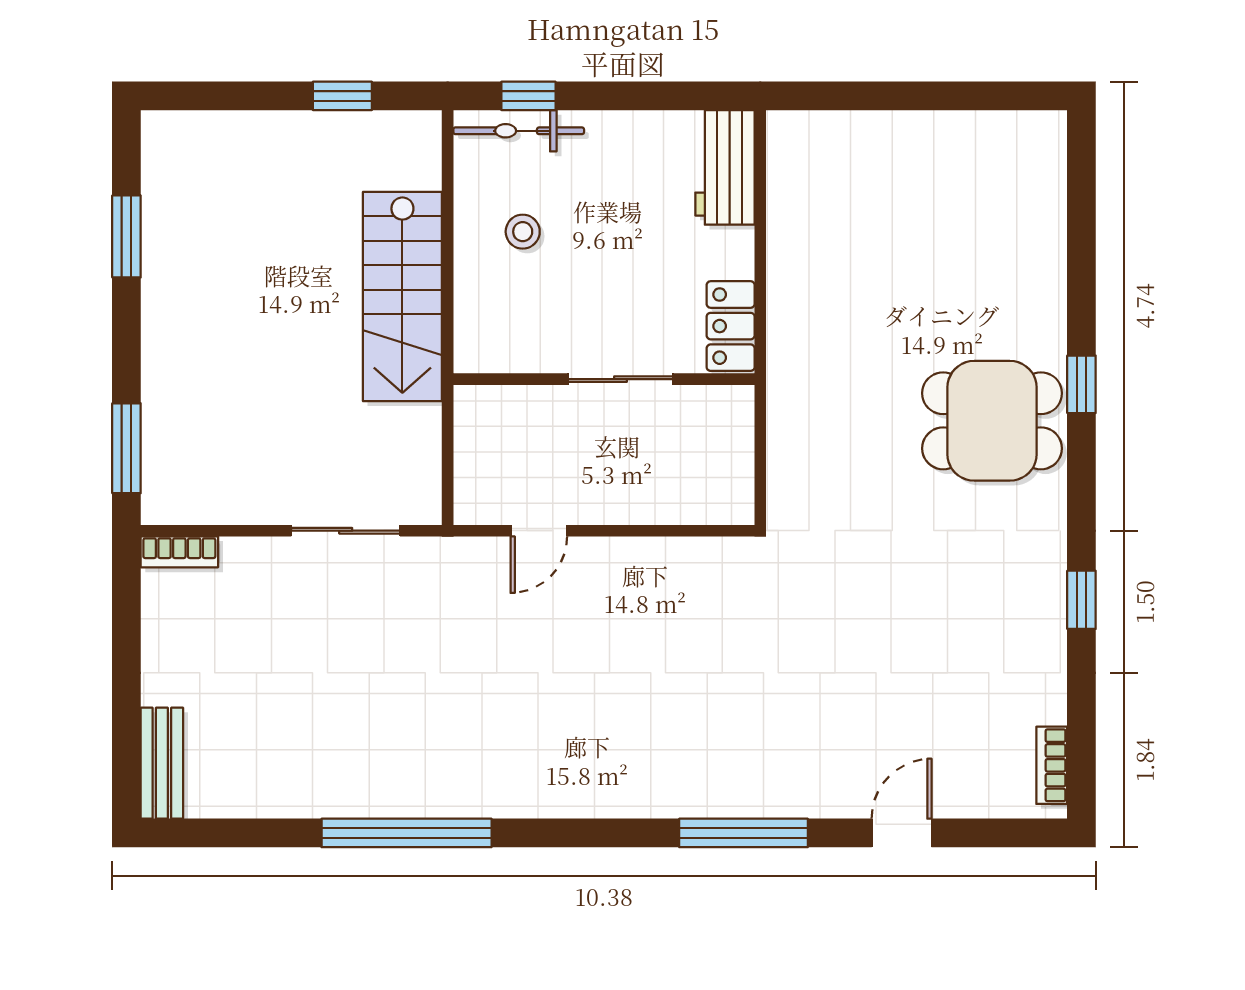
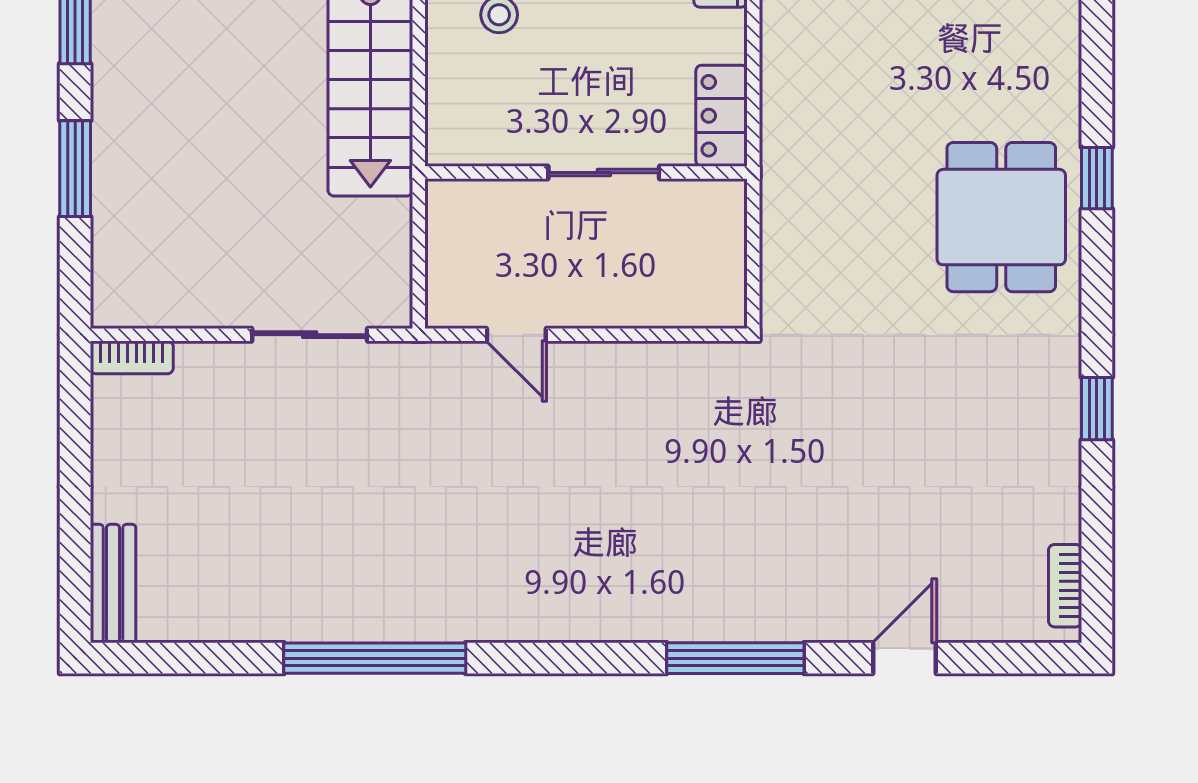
dining table: (992, 421) -> (1001, 217), turned 90
window: (126, 448) -> (75, 169), moved
door: (539, 531) -> (516, 335), hinge flipped

